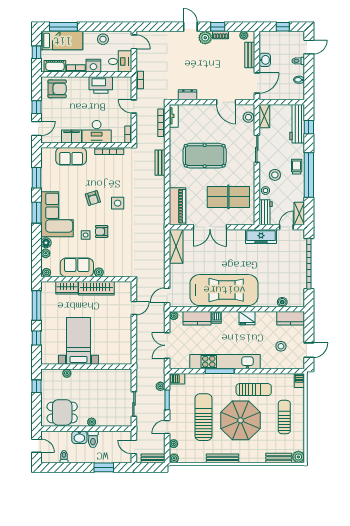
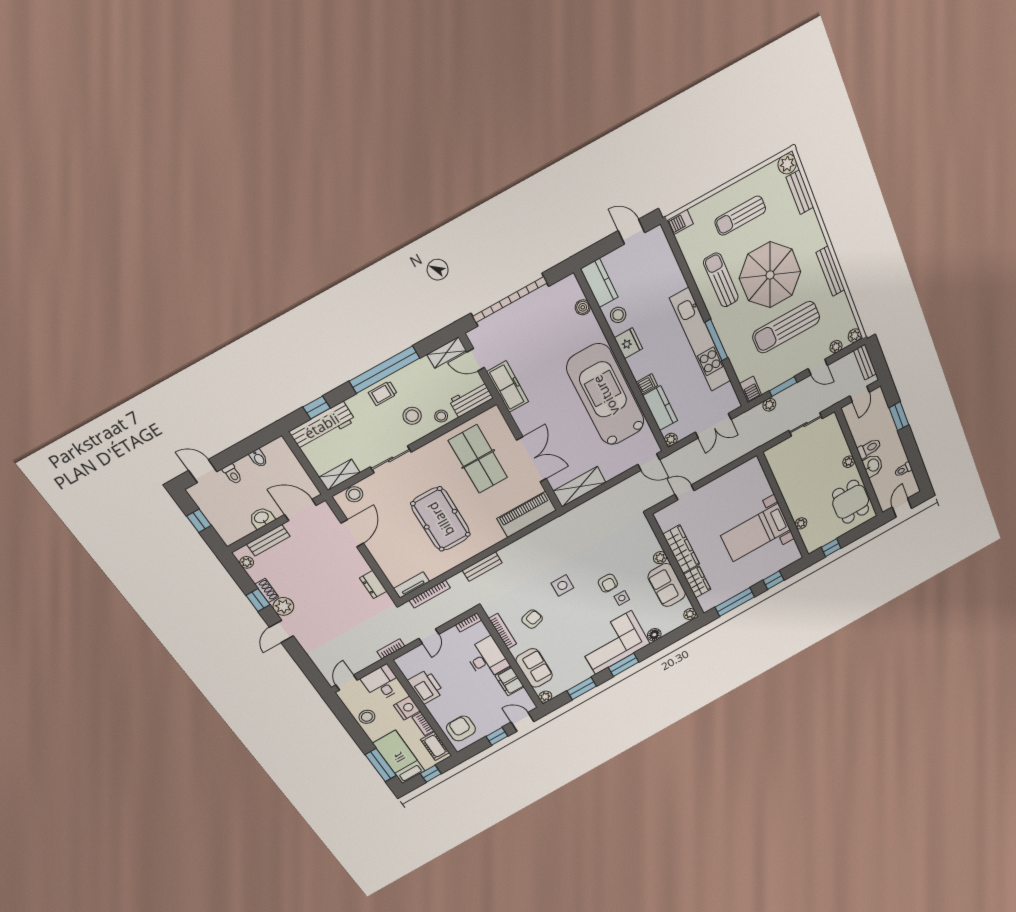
armchair: (93, 198) -> (532, 619), moved
plant: (46, 253) -> (545, 697), moved
stool: (281, 346) -> (618, 315), moved

